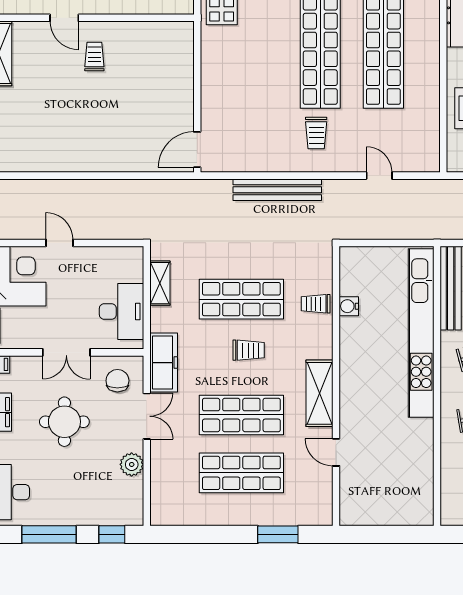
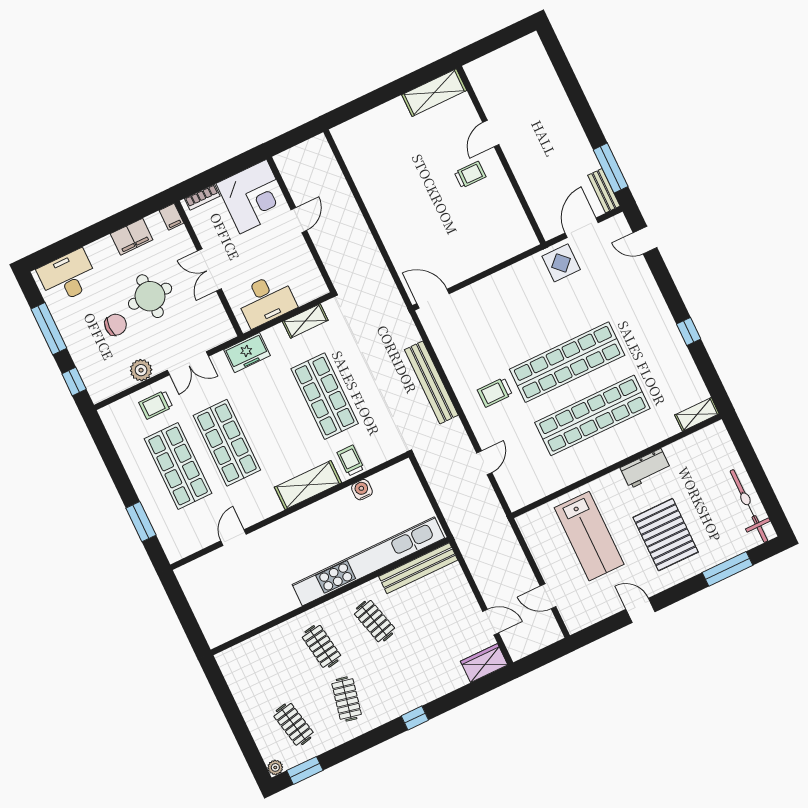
trolley: (249, 350) -> (156, 405), moved, turned 90
freezer: (164, 363) -> (247, 353), width x0.71
chair: (117, 381) -> (116, 325), moved
shelving: (320, 393) -> (308, 485), moved

